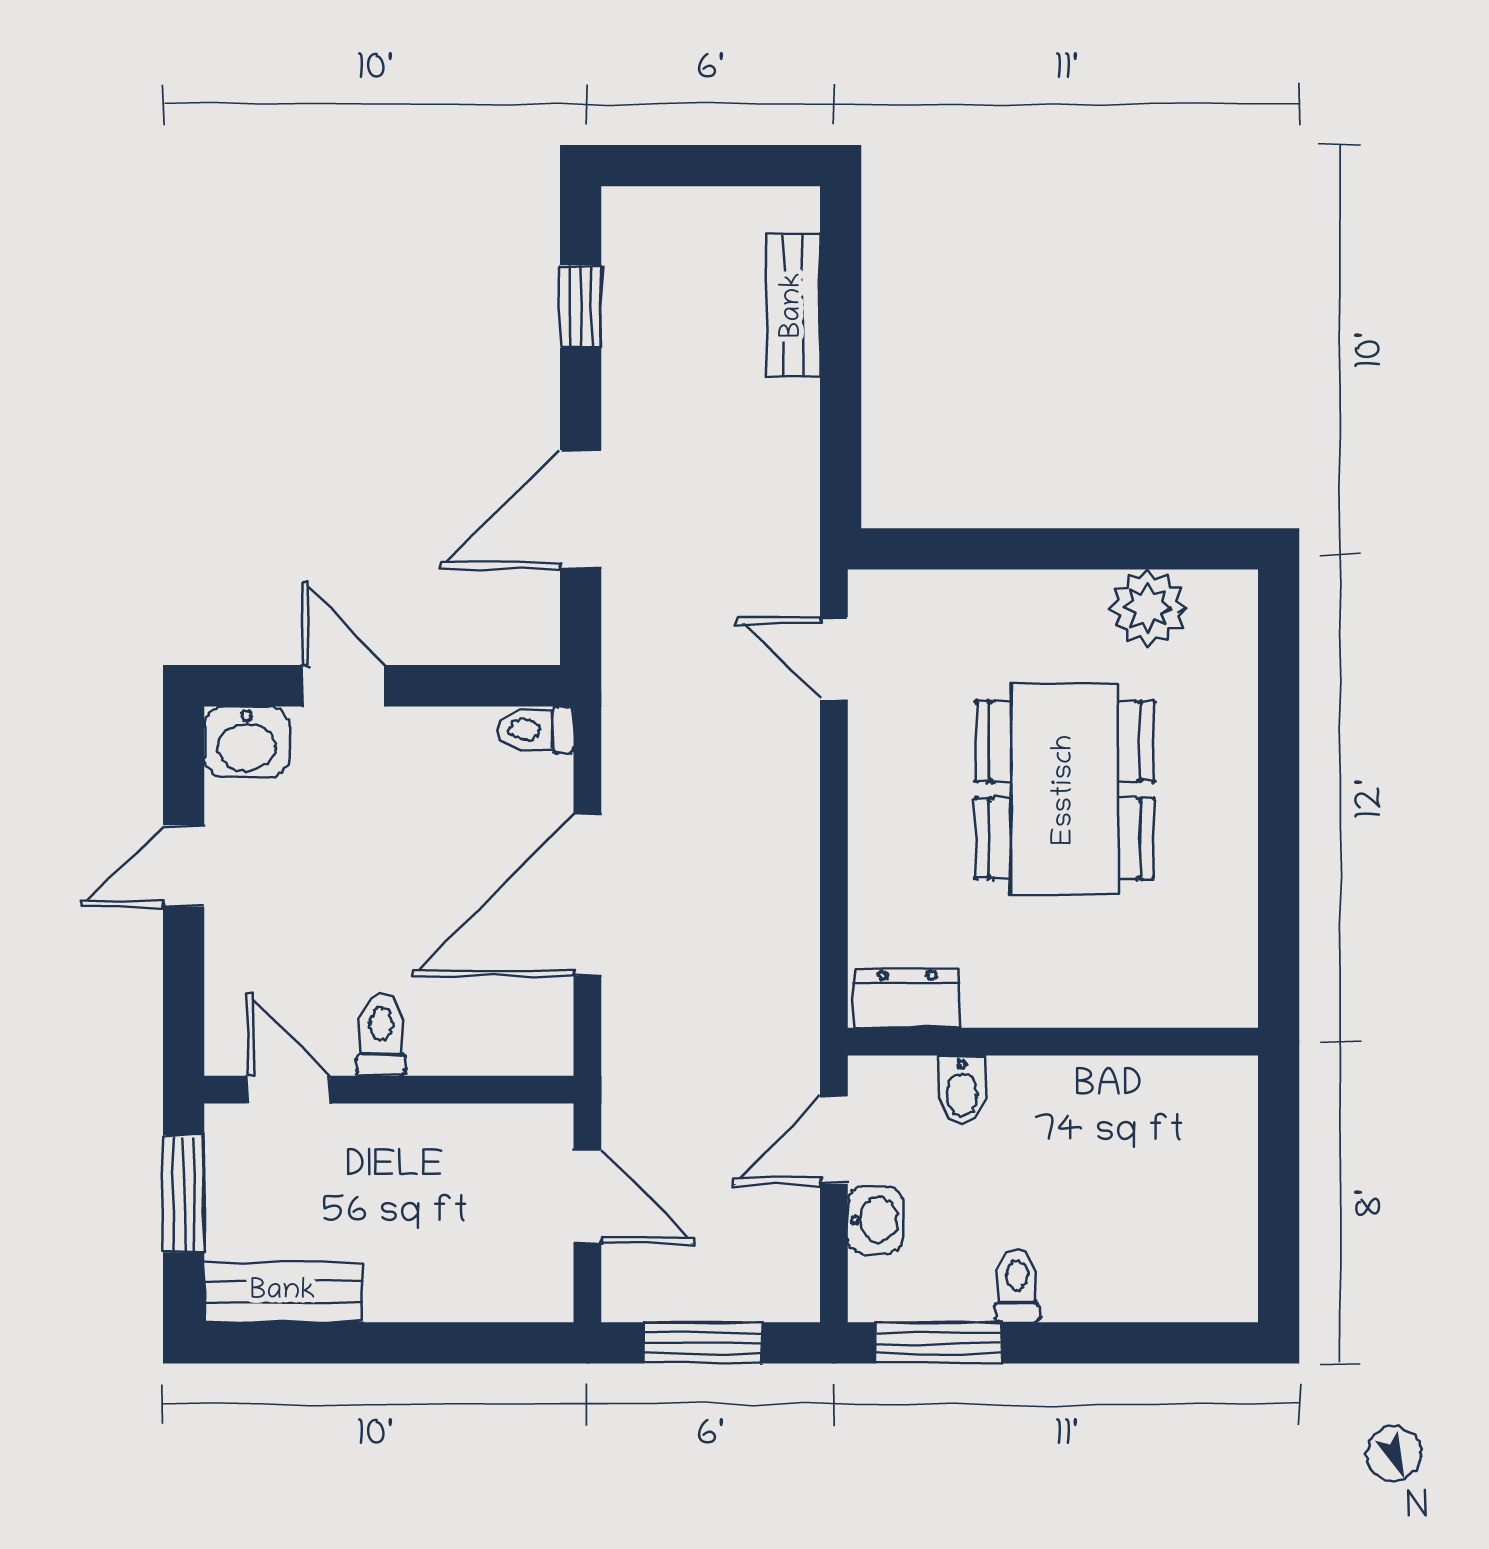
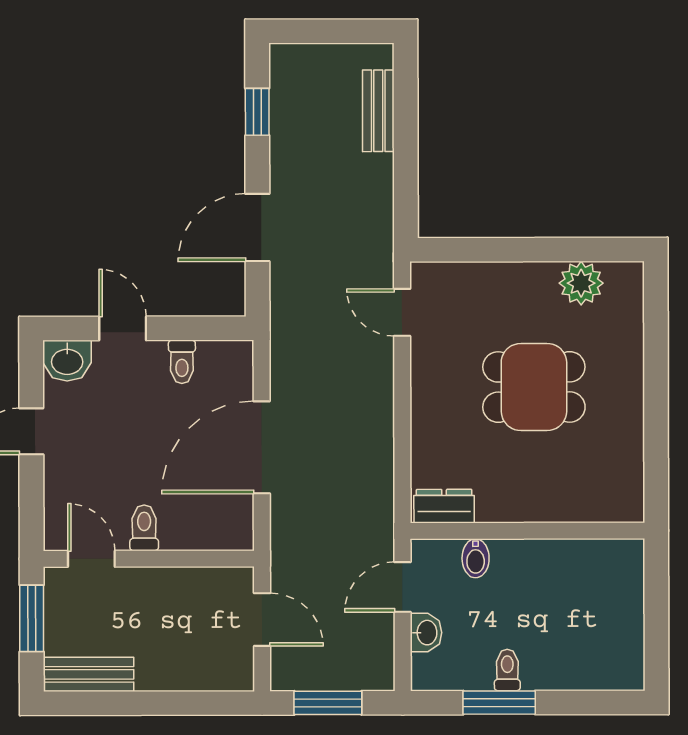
toilet: (536, 730) -> (182, 362), moved, turned -90
dining table: (1065, 790) -> (534, 387), width x0.73
window: (939, 1343) -> (499, 703), moved

